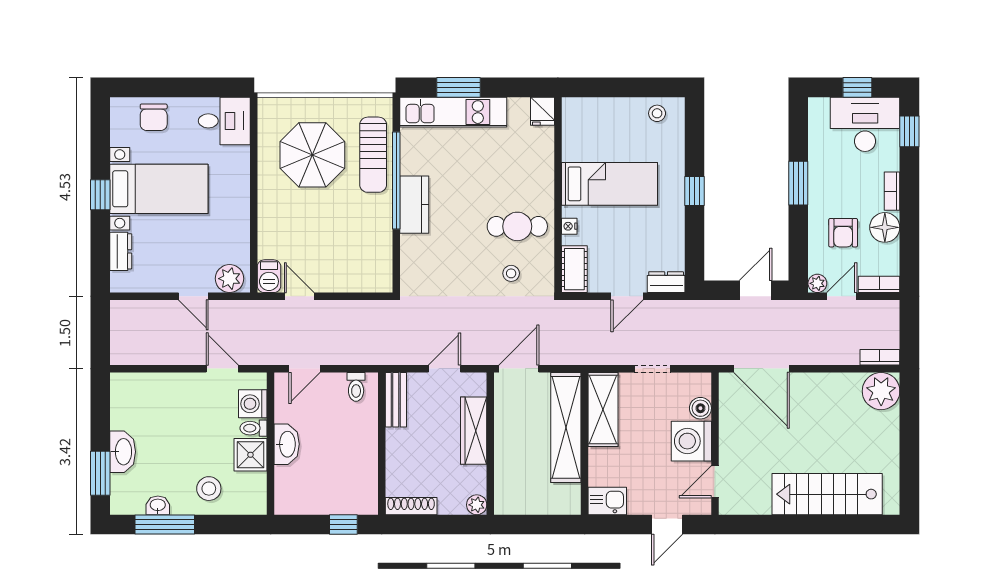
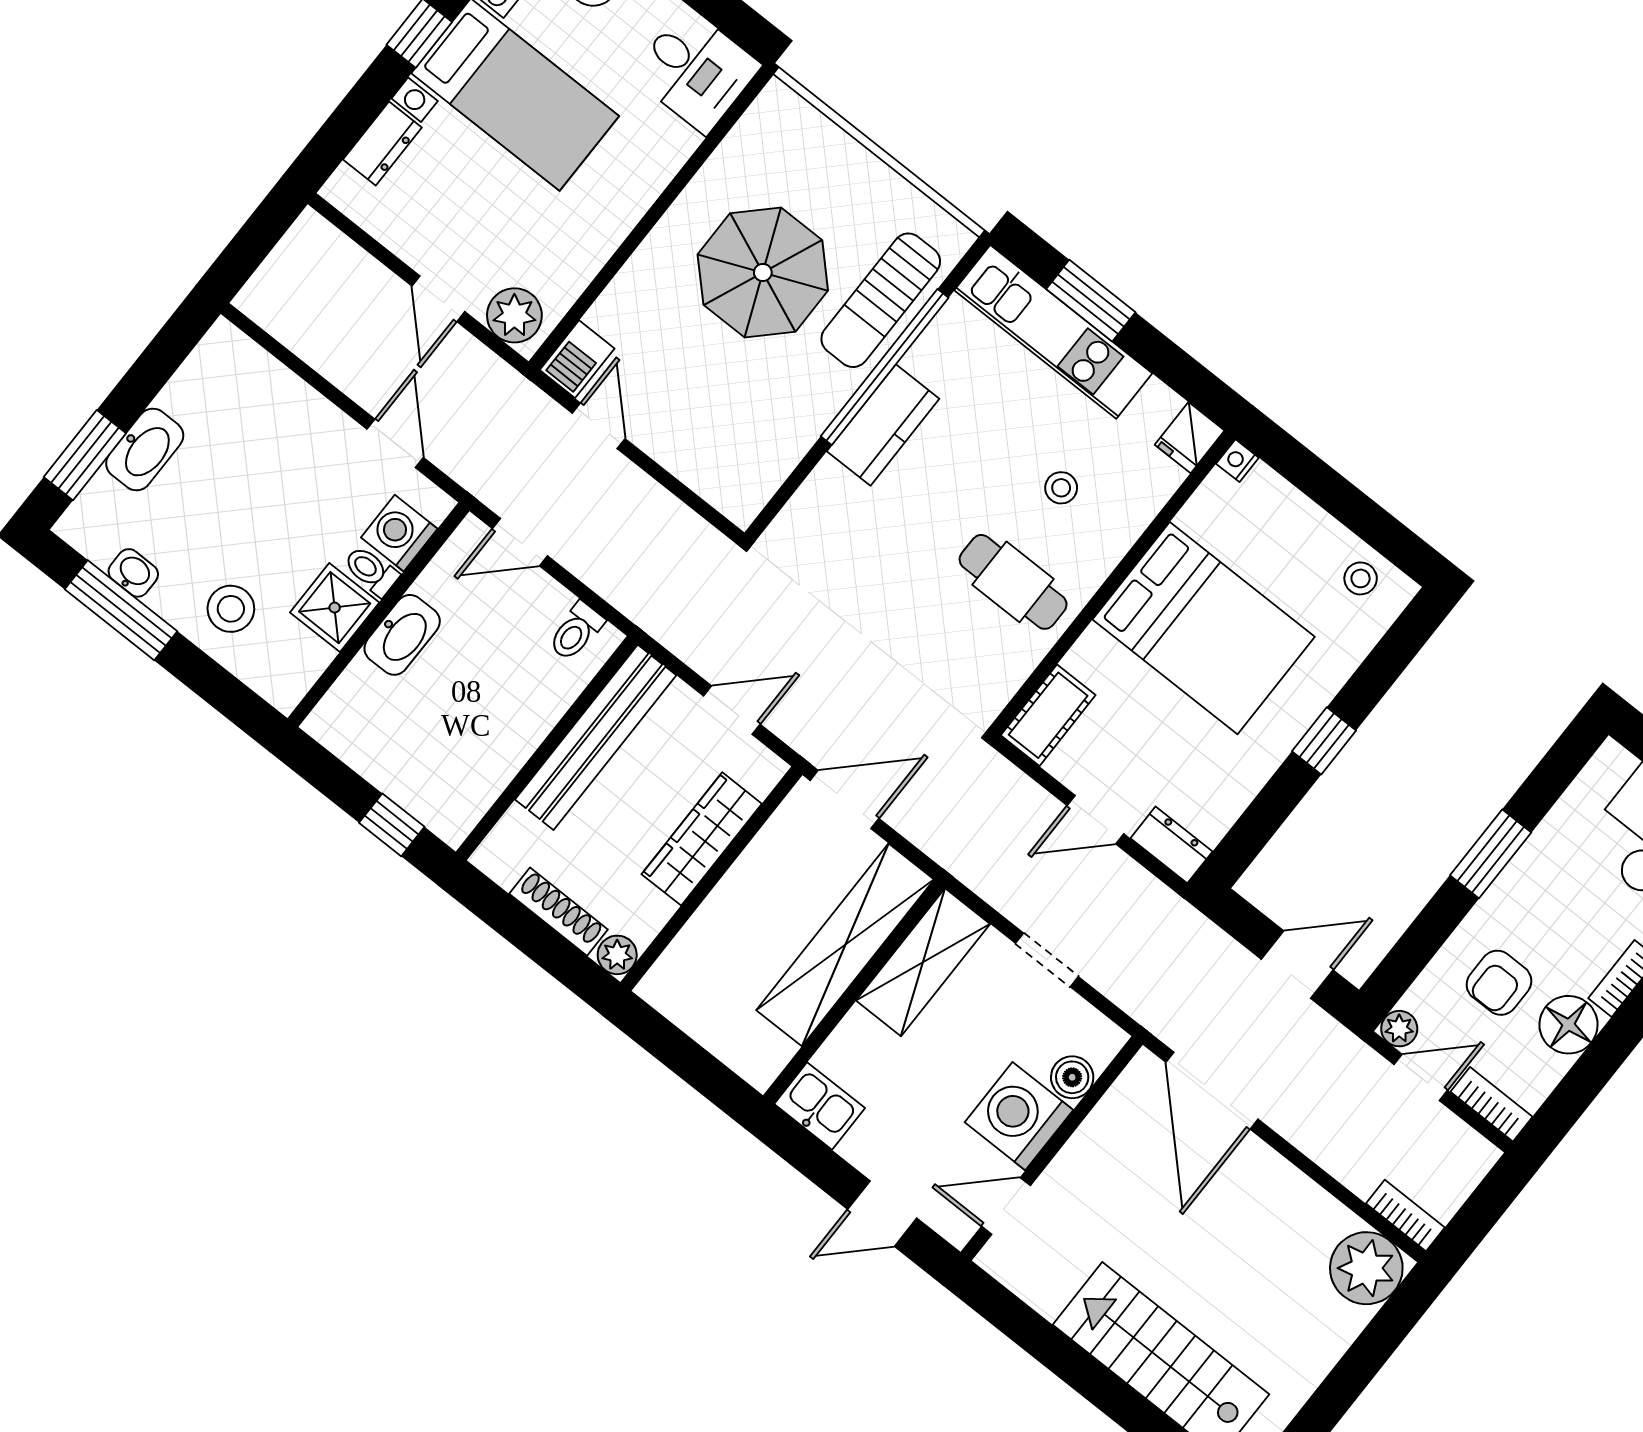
parasol: (312, 155) -> (763, 273), moved
bed: (609, 184) -> (1204, 628), width x1.50
nightstand: (569, 226) -> (1237, 461), moved
stool: (511, 273) -> (1061, 488), moved
bench: (396, 400) -> (596, 737), width x1.86, depth x1.21
shoe rack: (411, 506) -> (558, 912), moved

